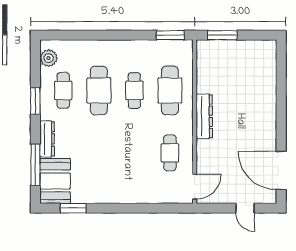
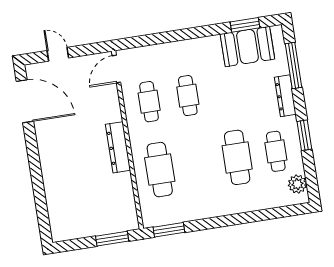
cafe table: (134, 90) -> (188, 96), moved
booth: (55, 181) -> (247, 47), moved, turned 90

